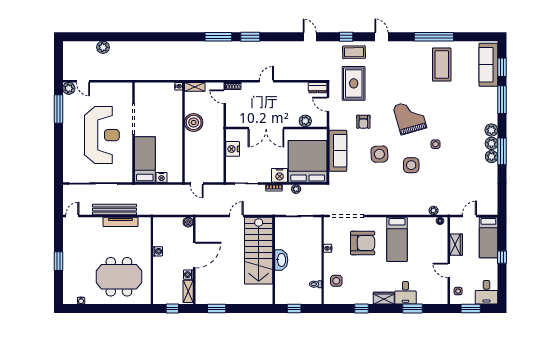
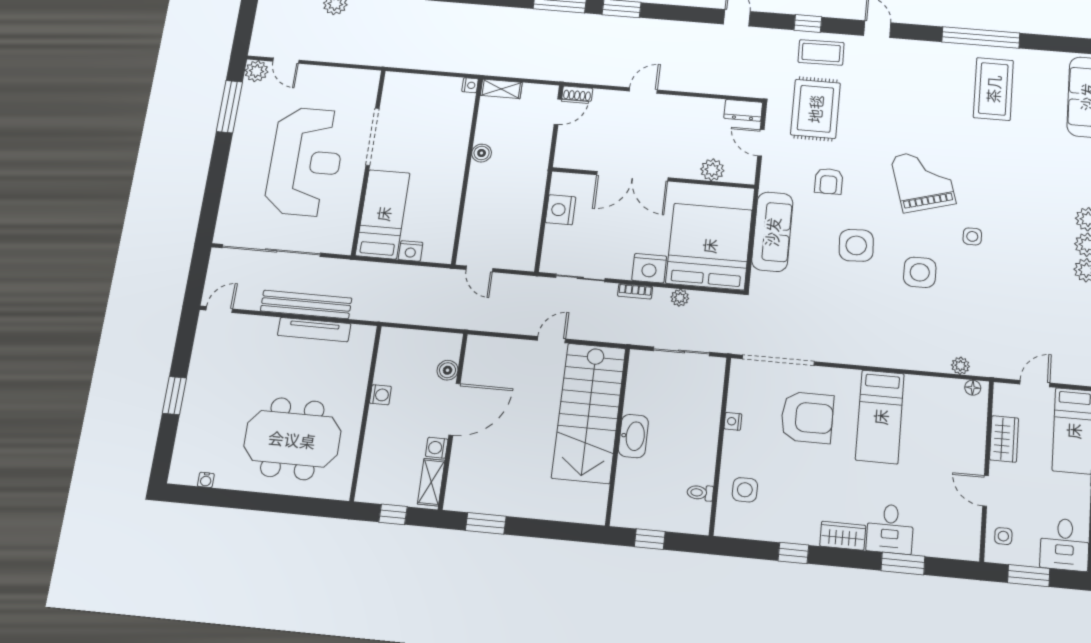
door: (225, 97) -> (558, 112), swing flipped
boiler: (194, 122) -> (482, 153), width x0.54, depth x0.54
boiler: (188, 222) -> (448, 370), moved

